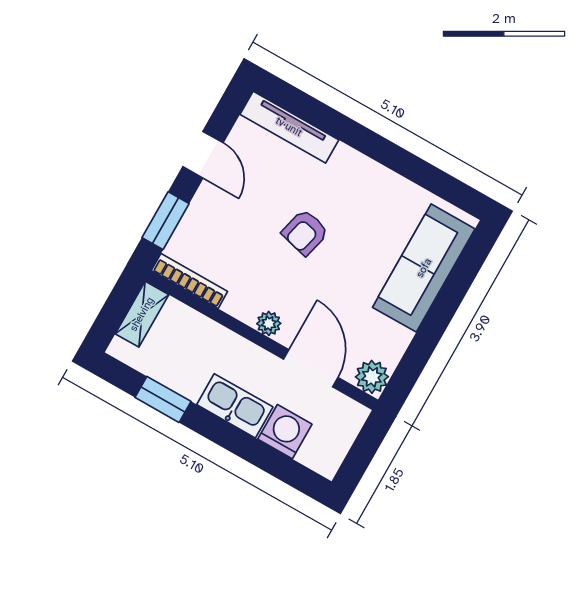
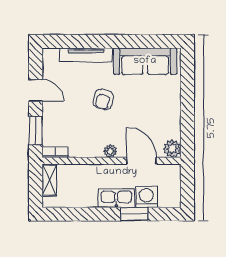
tv unit: (289, 127) -> (86, 55), moved
sofa: (424, 268) -> (145, 61), moved, turned -90
bookcase: (189, 281) -> (55, 152), width x0.64
window: (163, 399) -> (134, 214), moved

